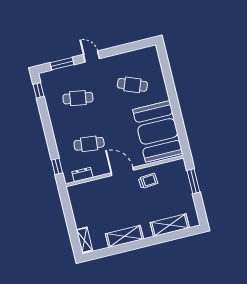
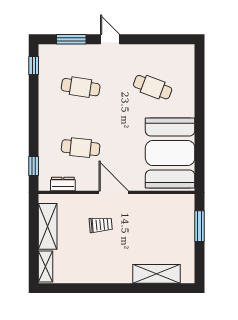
trolley: (148, 181) -> (101, 225), moved
shelving: (125, 236) -> (48, 226), moved, turned 90

